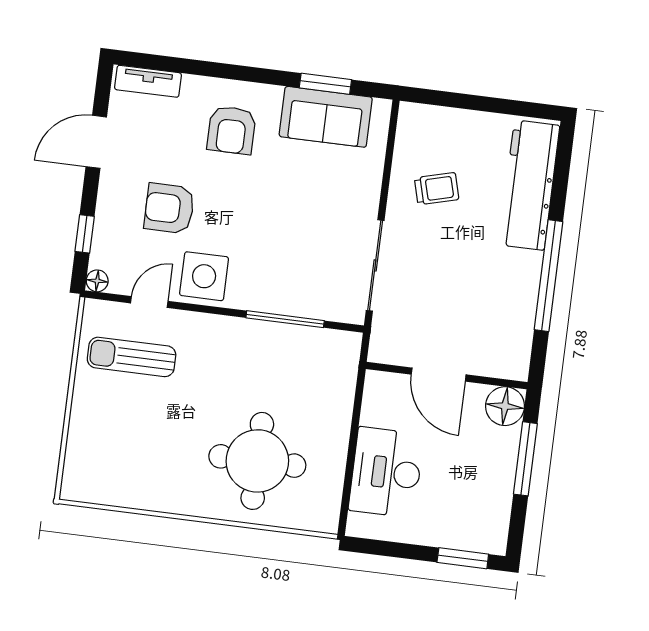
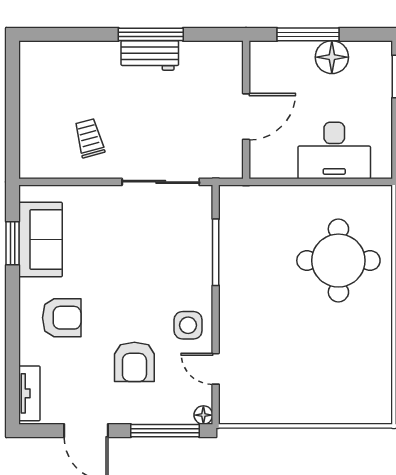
workbench: (529, 185) -> (150, 55), moved, width x0.53, depth x0.76
window: (85, 234) -> (165, 431), width x2.17
side table: (204, 276) -> (188, 325), width x0.73, depth x0.73
window: (549, 276) -> (151, 34), width x0.68
sun lounger: (132, 357) -> (264, 378), removed
floor lamp: (505, 406) -> (332, 57), moved

